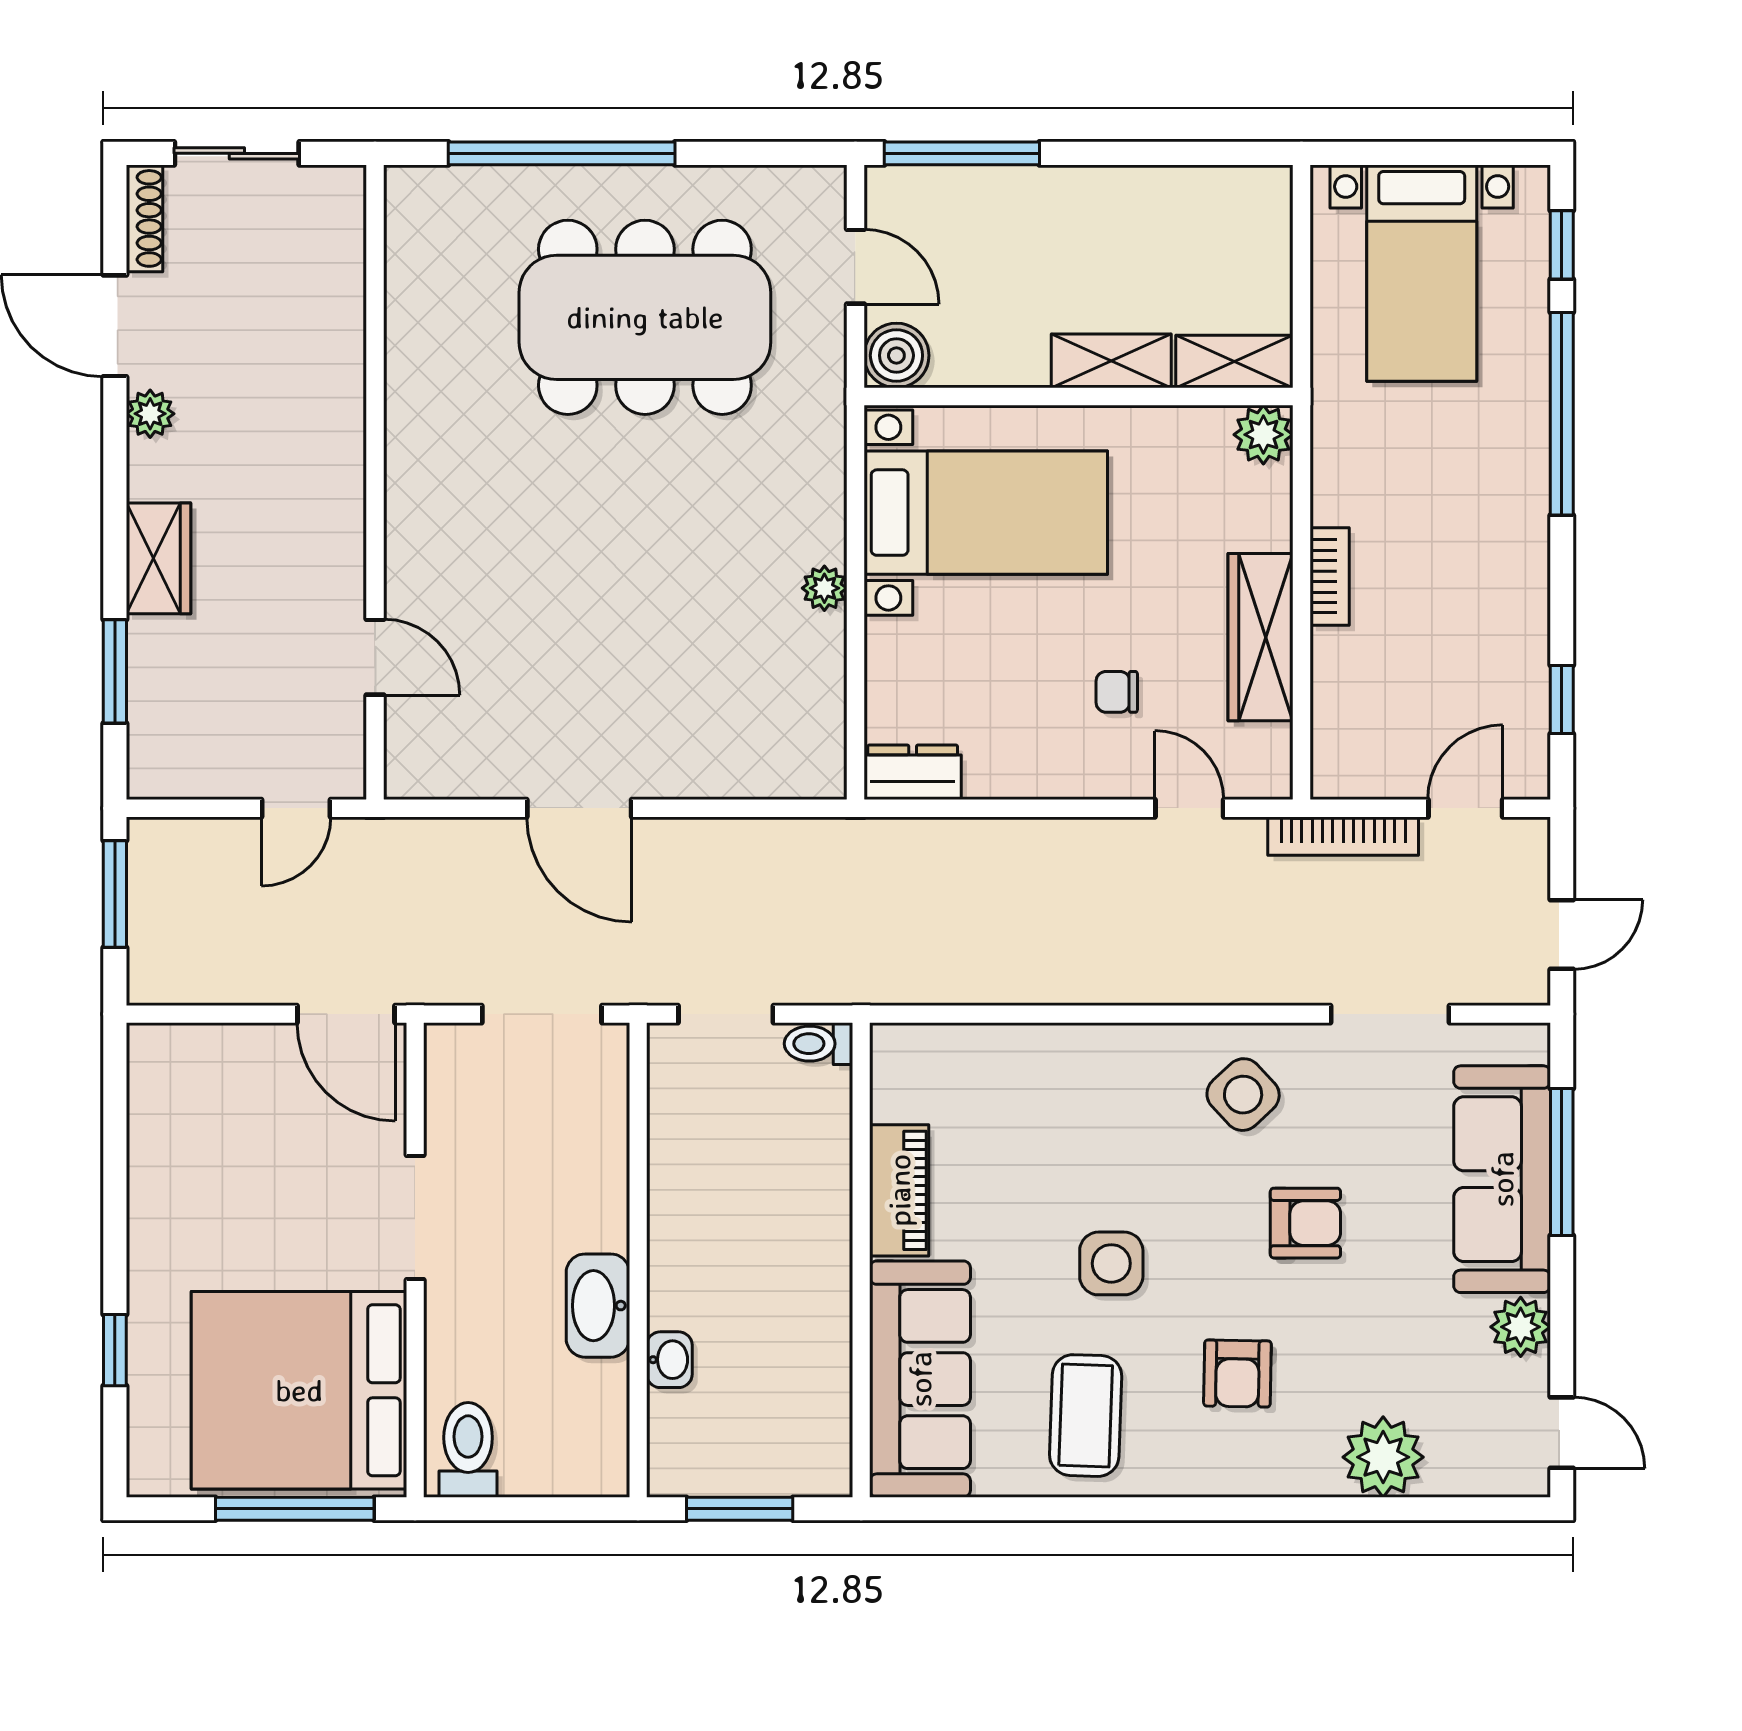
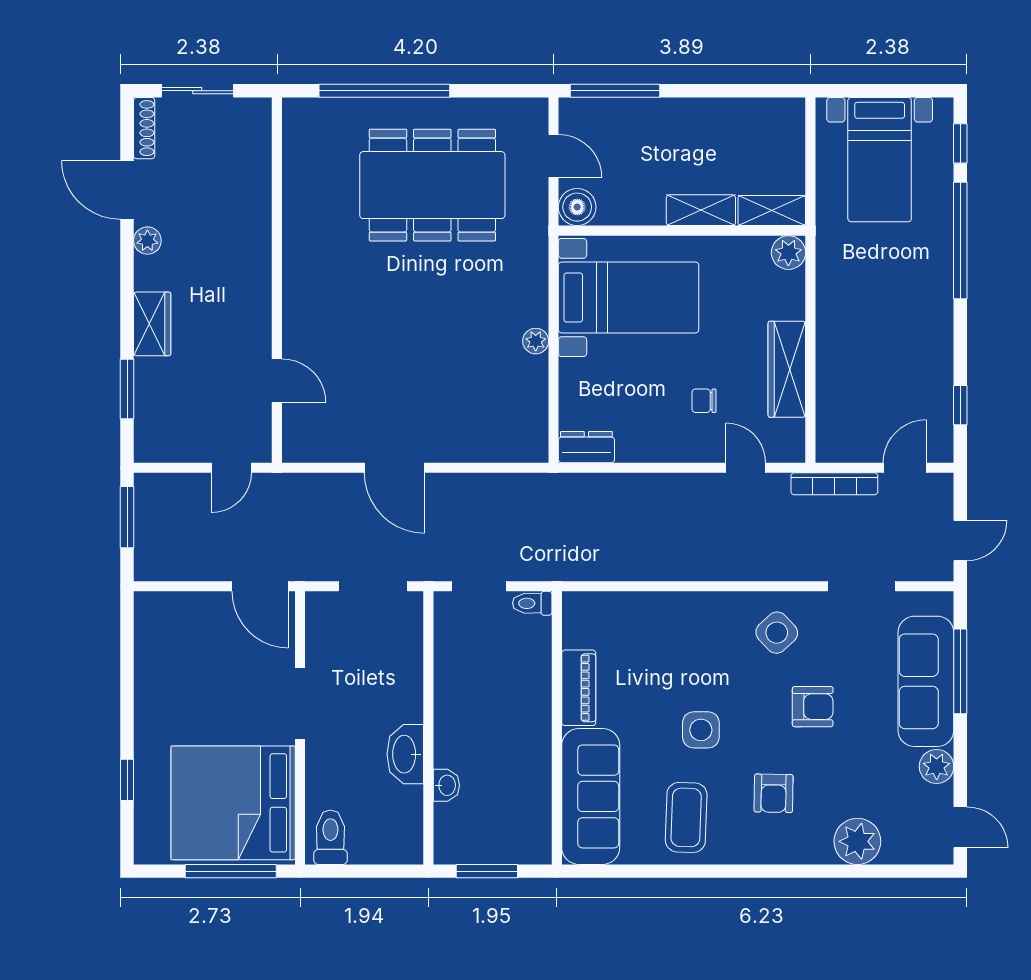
bookcase: (1330, 576) -> (827, 334), removed

